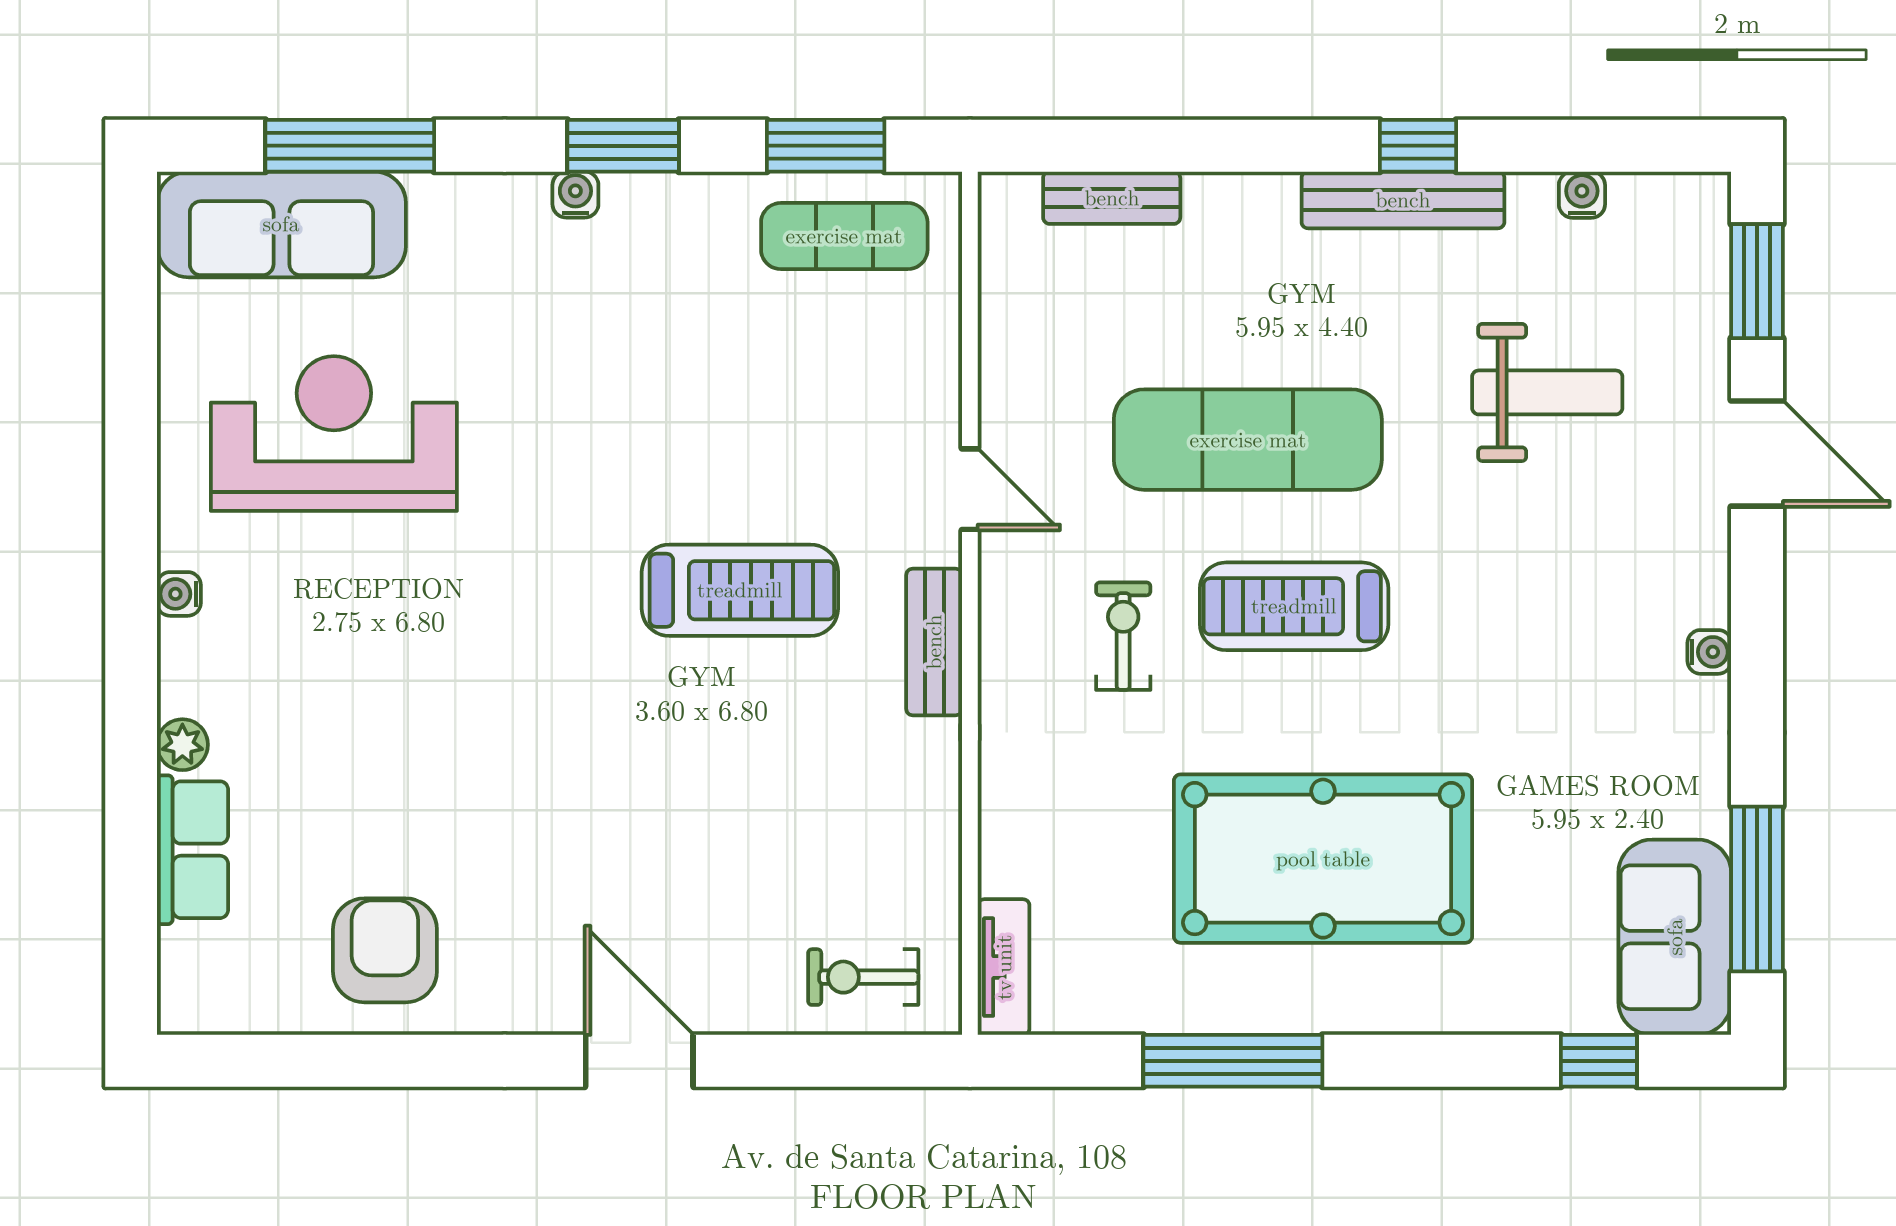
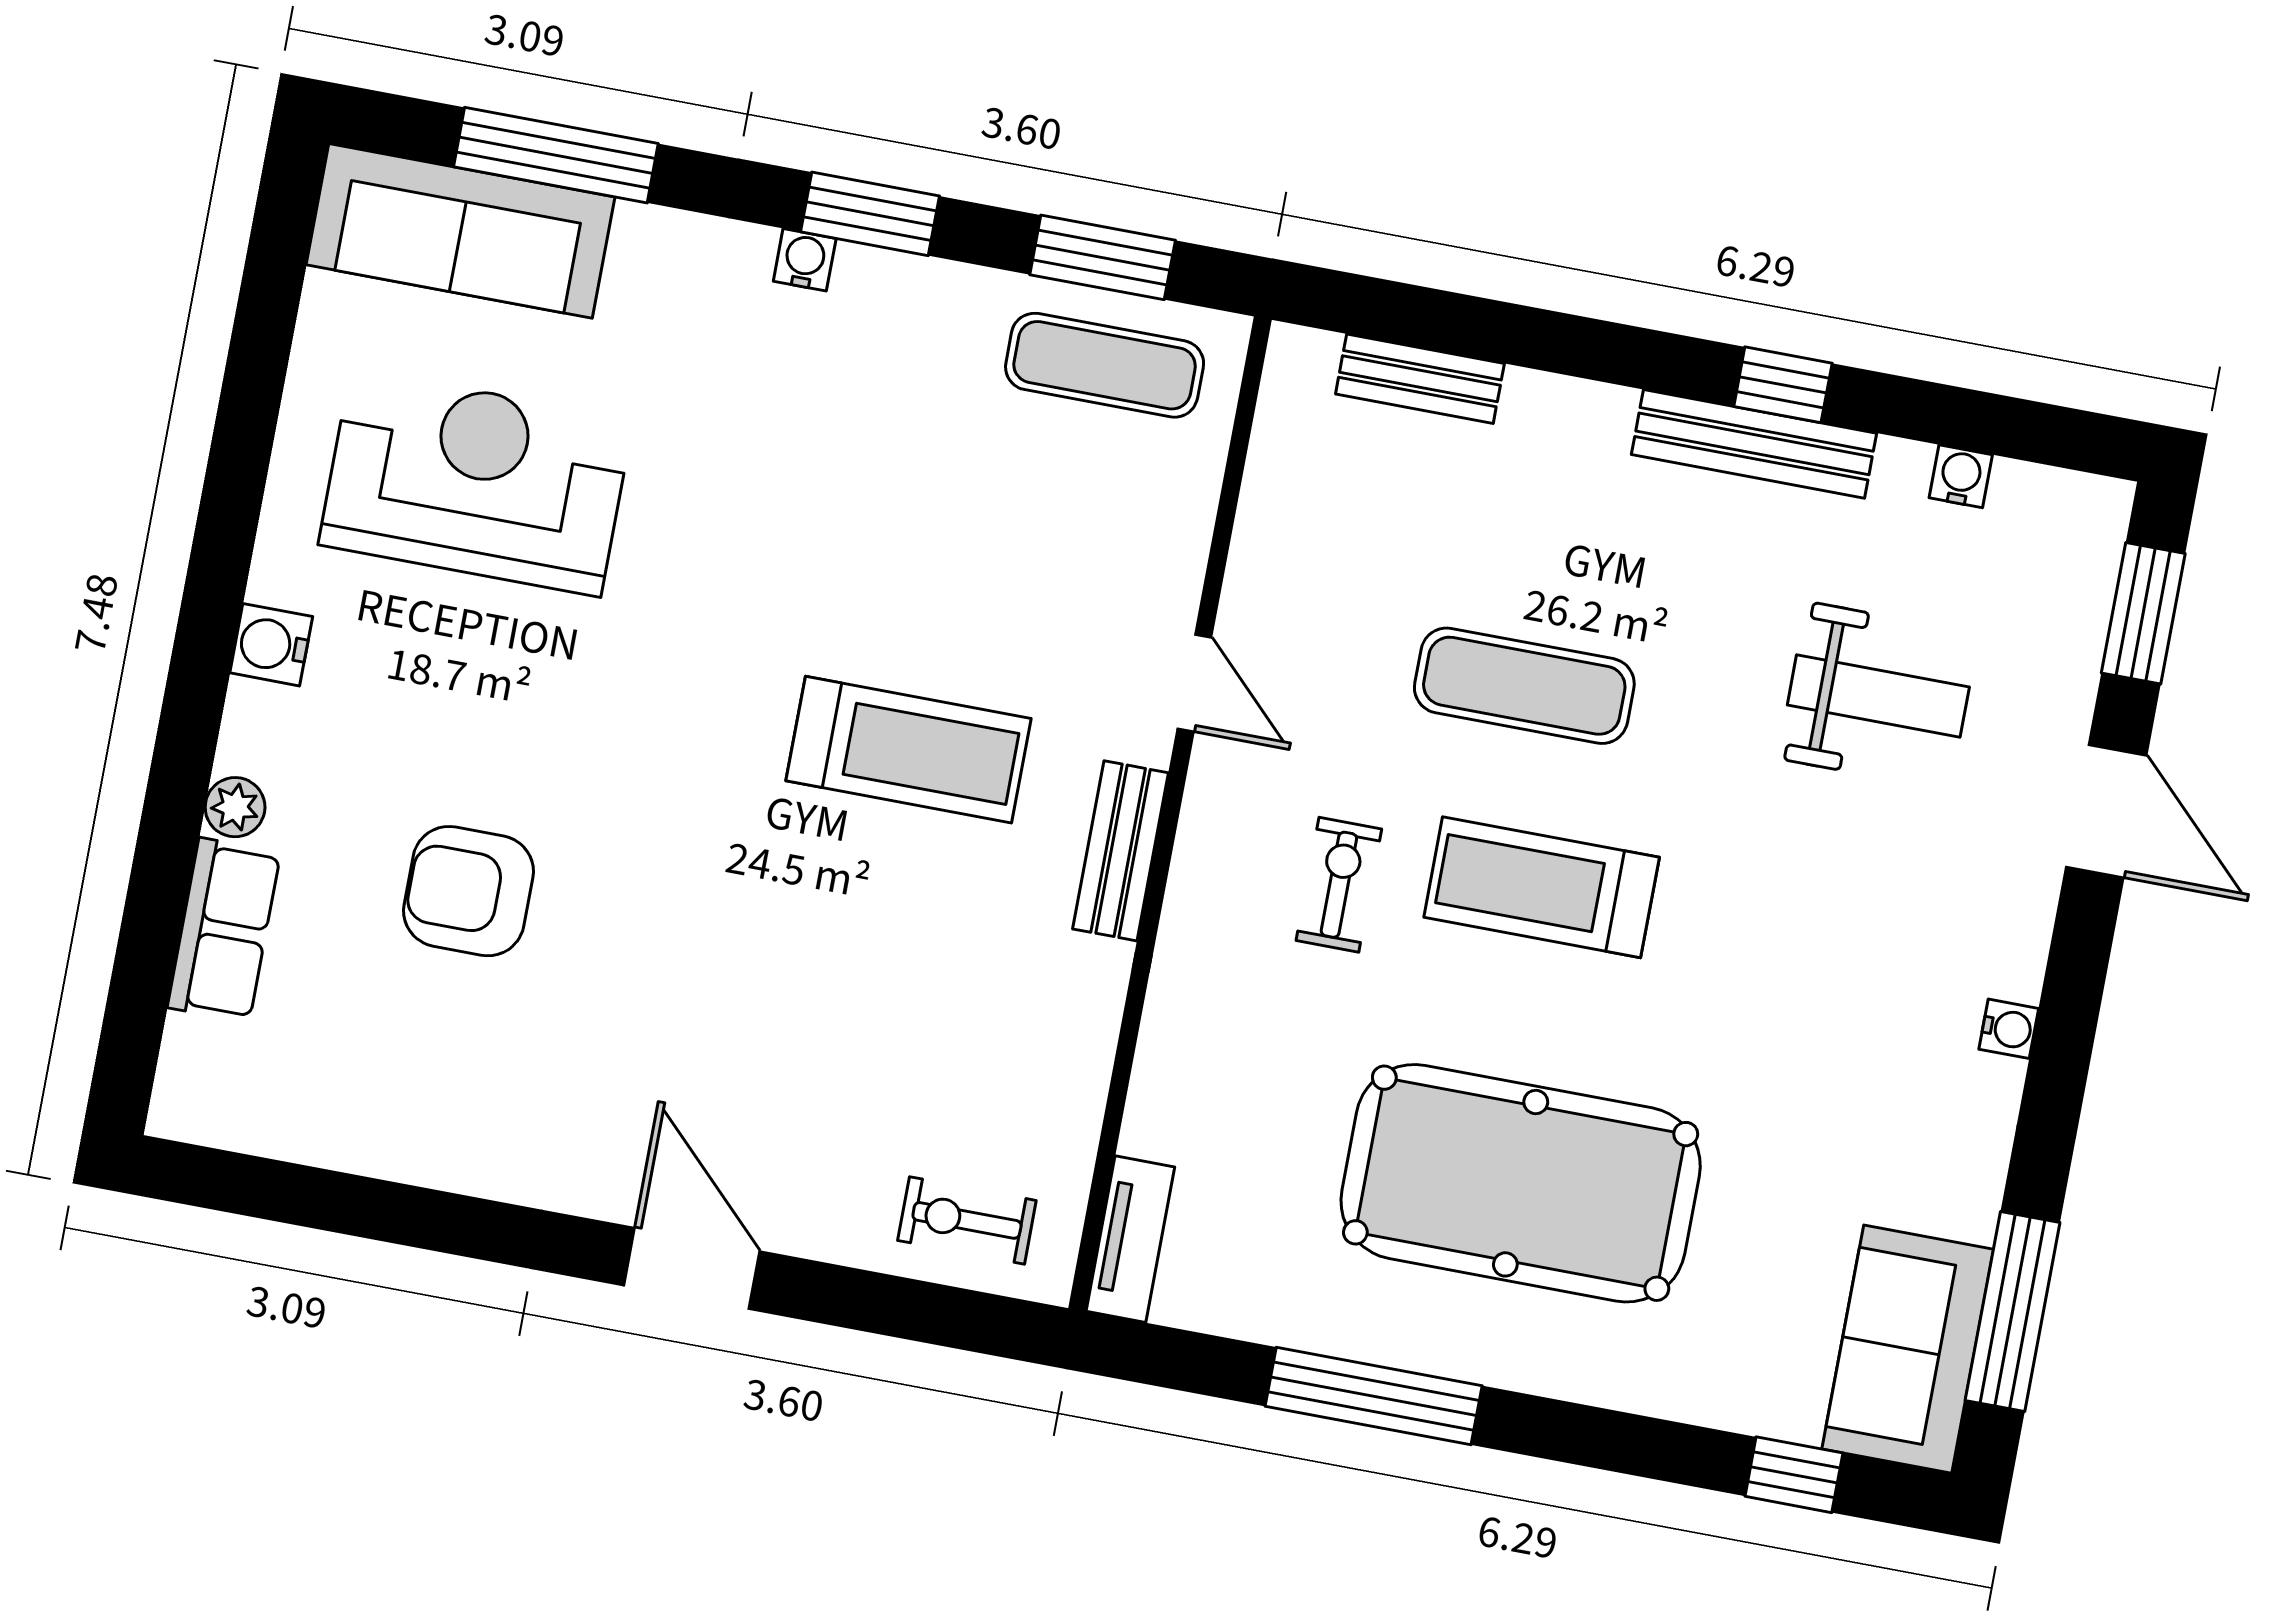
exercise mat: (1248, 440) -> (1524, 686), width x0.73, depth x0.69
water cooler: (179, 594) -> (271, 645), width x1.38, depth x1.38
armchair: (385, 950) -> (468, 891), moved, turned -90

